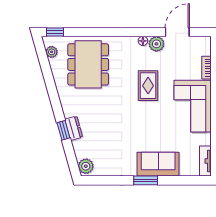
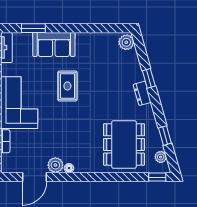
window: (47, 73) -> (165, 136), added
rug: (148, 86) -> (67, 86), moved
dresser: (74, 128) -> (142, 93), moved
window: (146, 180) -> (33, 28), moved

